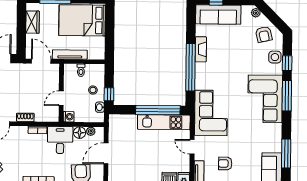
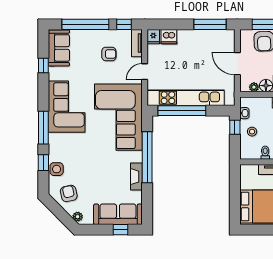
corner sofa: (265, 99) -> (67, 107), moved
corner sofa: (211, 113) -> (118, 117), width x1.36, depth x1.36
kitchen unit: (164, 122) -> (186, 98), width x1.36
door: (192, 147) -> (145, 72), swing flipped
door: (106, 153) -> (237, 64), swing flipped
window: (286, 153) -> (43, 65), width x0.46

